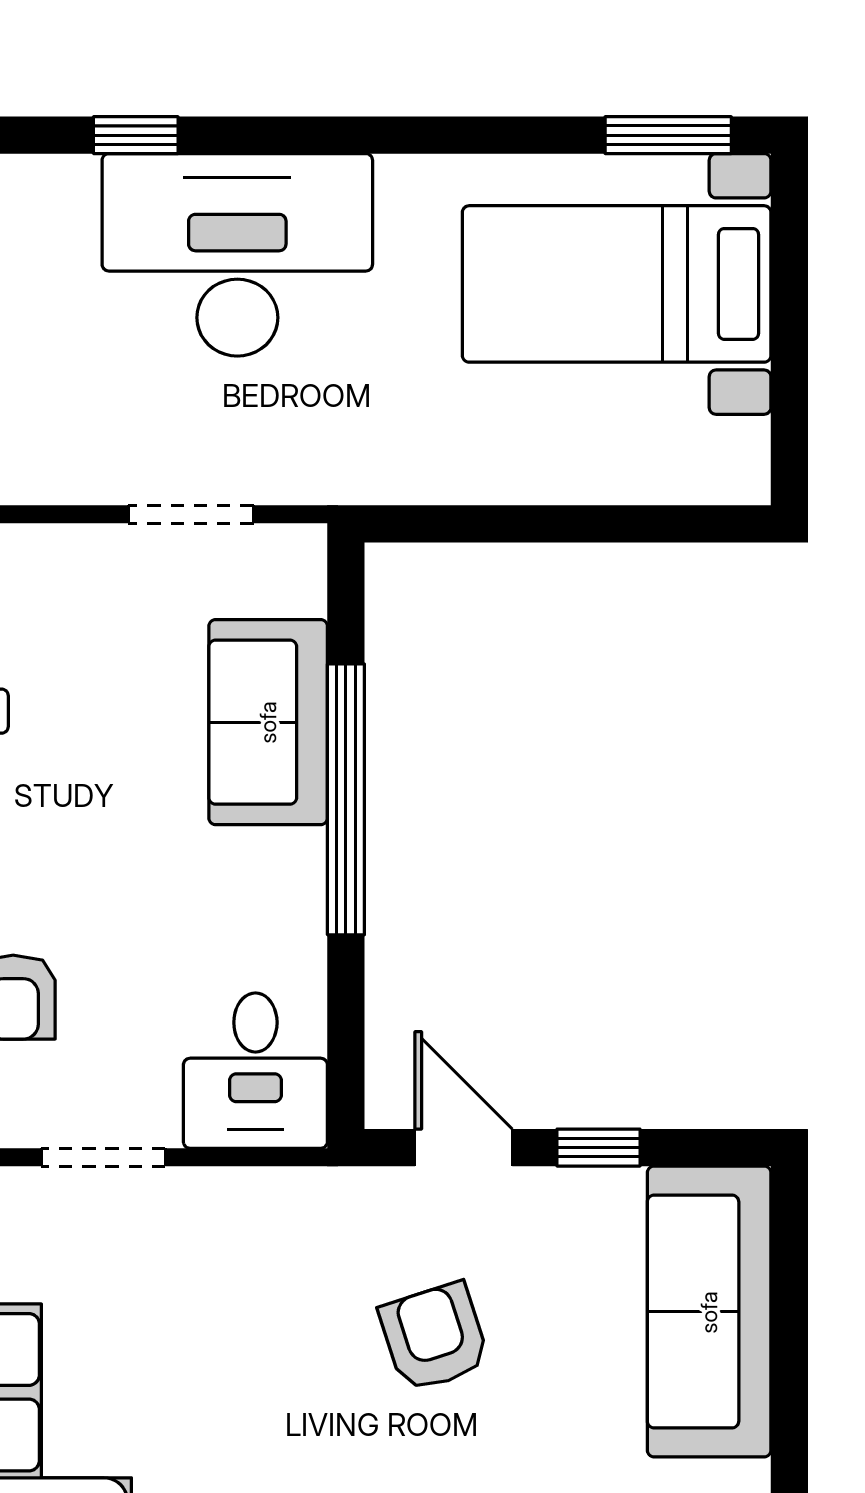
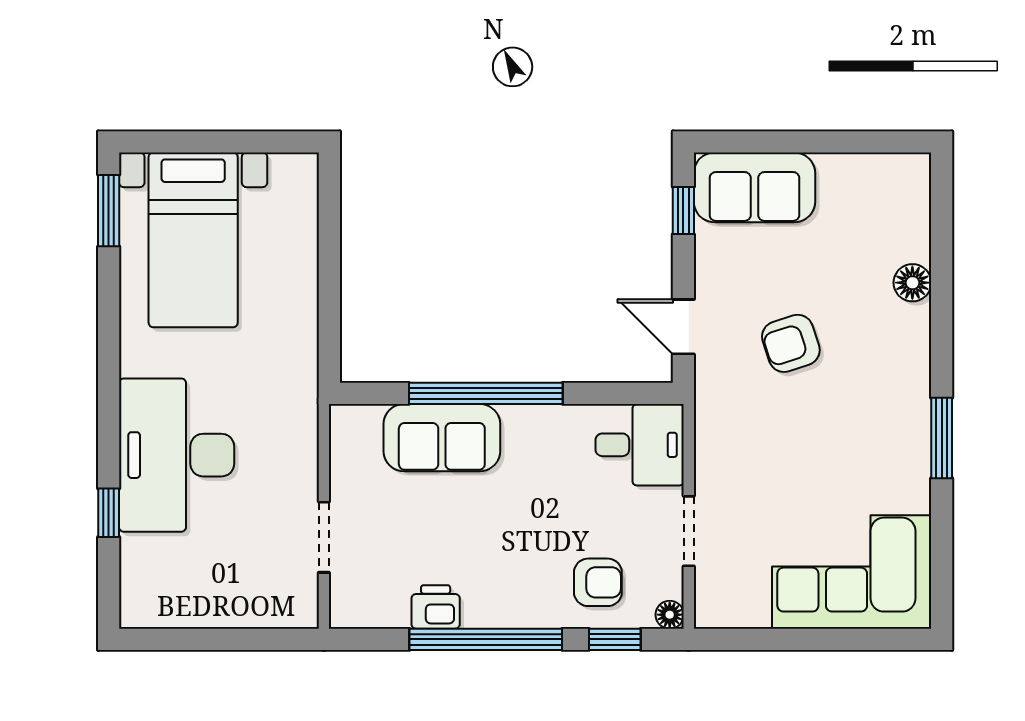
doorway: (191, 514) -> (324, 537), moved
door: (464, 1148) -> (683, 327), hinge flipped
window: (598, 1148) -> (683, 211), moved
sofa: (709, 1312) -> (754, 187), width x0.73

